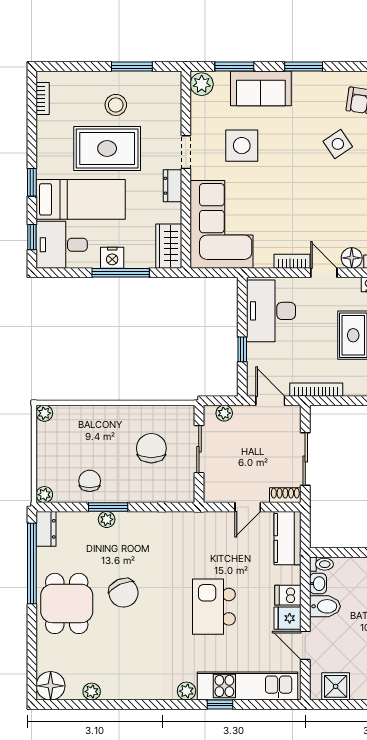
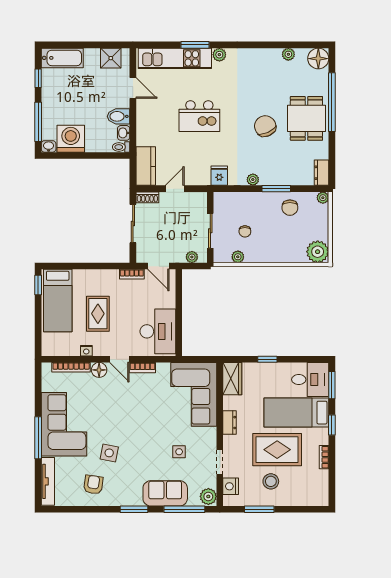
window: (234, 67) -> (184, 509), width x1.44
bookcase: (43, 98) -> (324, 457), moved
side table: (338, 144) -> (109, 453), turned 45
side table: (242, 146) -> (179, 452), width x0.54, depth x0.54
doorway: (186, 152) -> (220, 462), moved
window: (32, 237) -> (332, 385), width x1.50
nightstand: (112, 258) -> (231, 486), moved, turned -90
window: (121, 273) -> (267, 359), width x0.46
window: (242, 349) -> (179, 303), removed
bookcase: (316, 390) -> (132, 274), width x0.64
plant: (44, 413) -> (318, 252), width x1.88, depth x1.88
plant: (161, 413) -> (238, 257), added
chair: (151, 448) -> (245, 231), width x0.54, depth x0.54
plant: (107, 519) -> (253, 180), moved
window: (32, 564) -> (332, 102), moved
dishwasher: (288, 595) -> (145, 125), removed
kitchen island: (214, 607) -> (199, 116), turned 90
fridge: (287, 618) -> (219, 176), moved, turned -90
window: (220, 704) -> (195, 45), width x1.50

